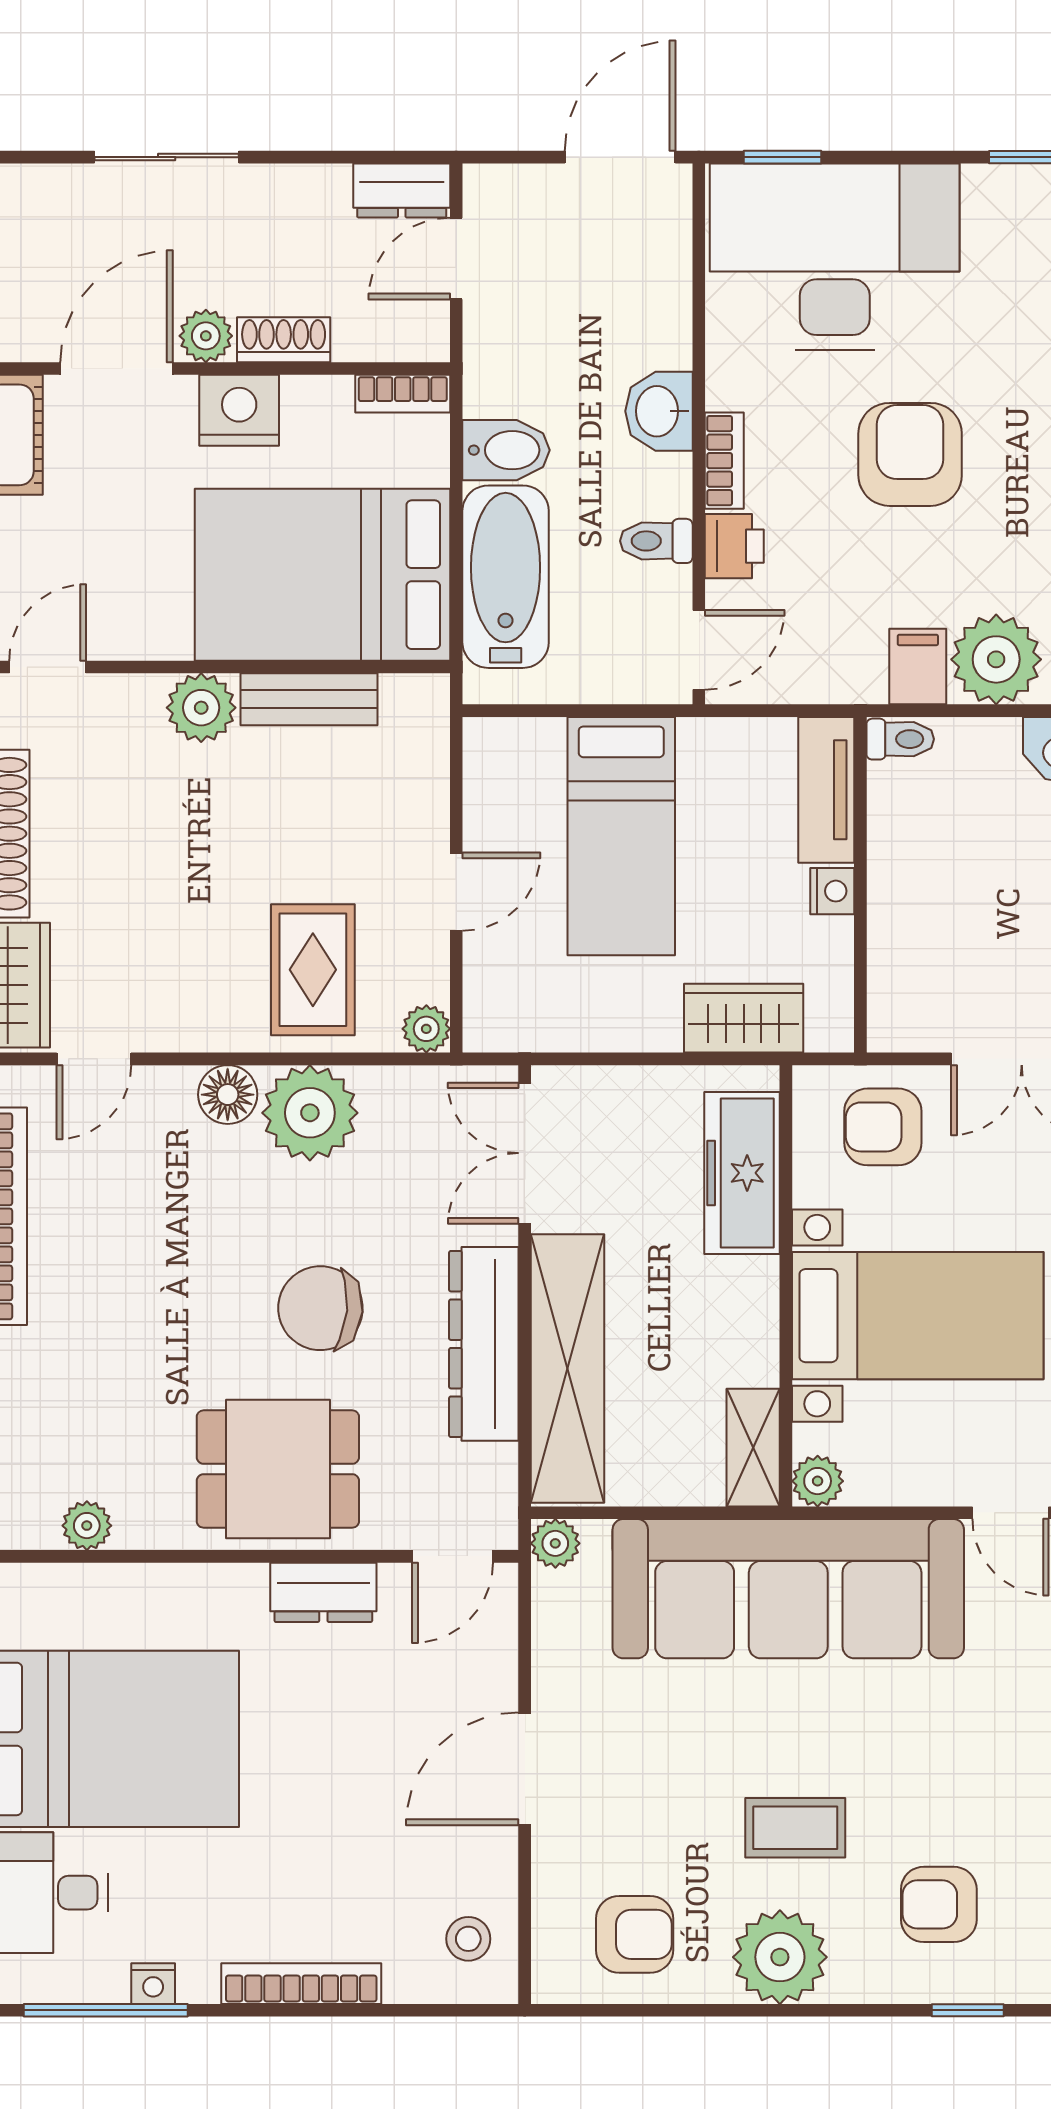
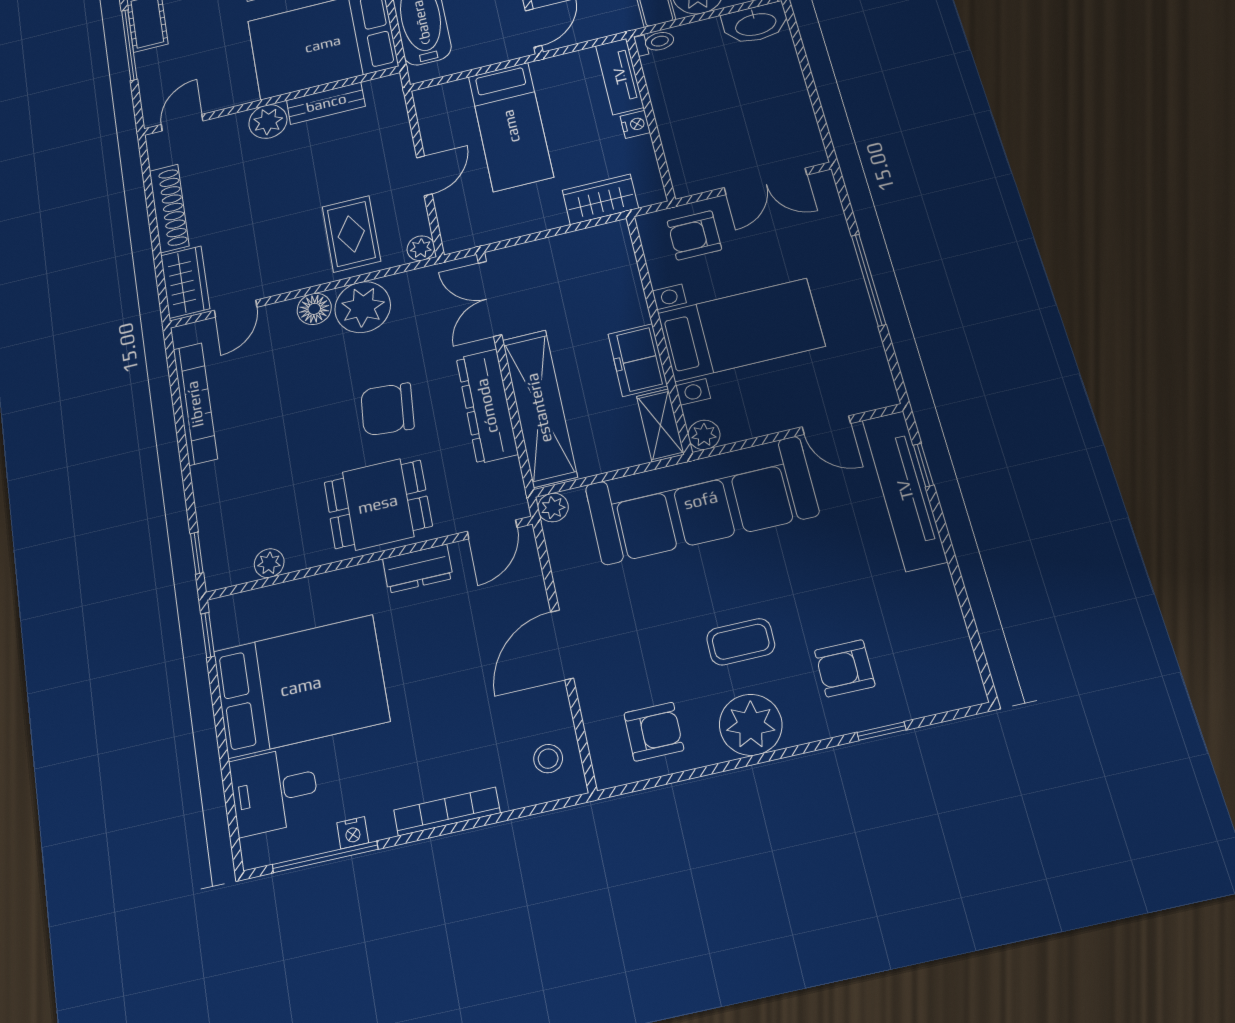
freezer: (742, 1173) -> (638, 360), moved, width x0.71

